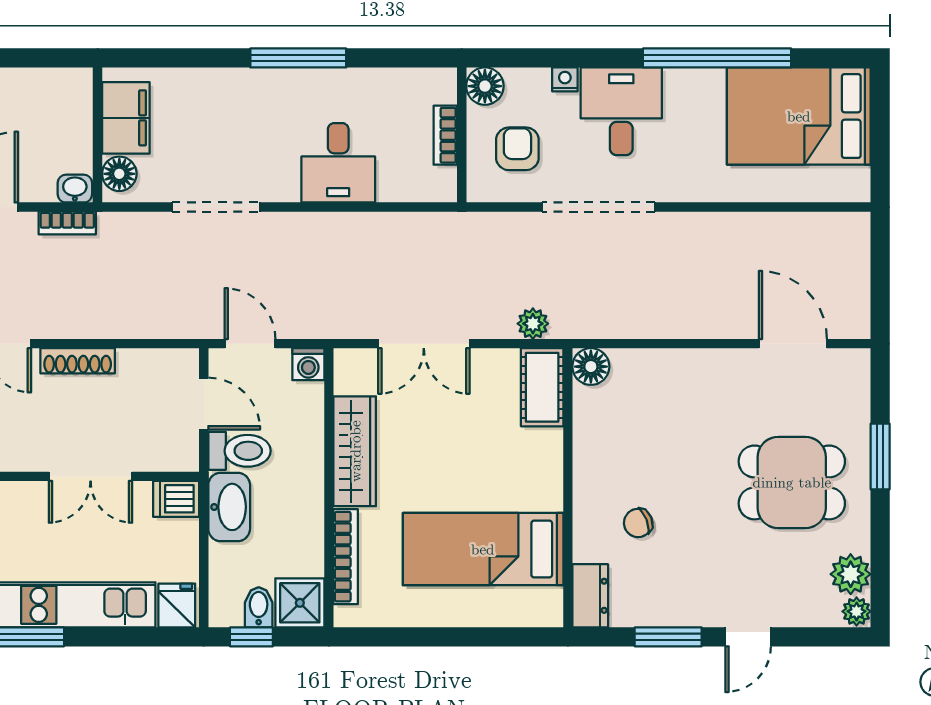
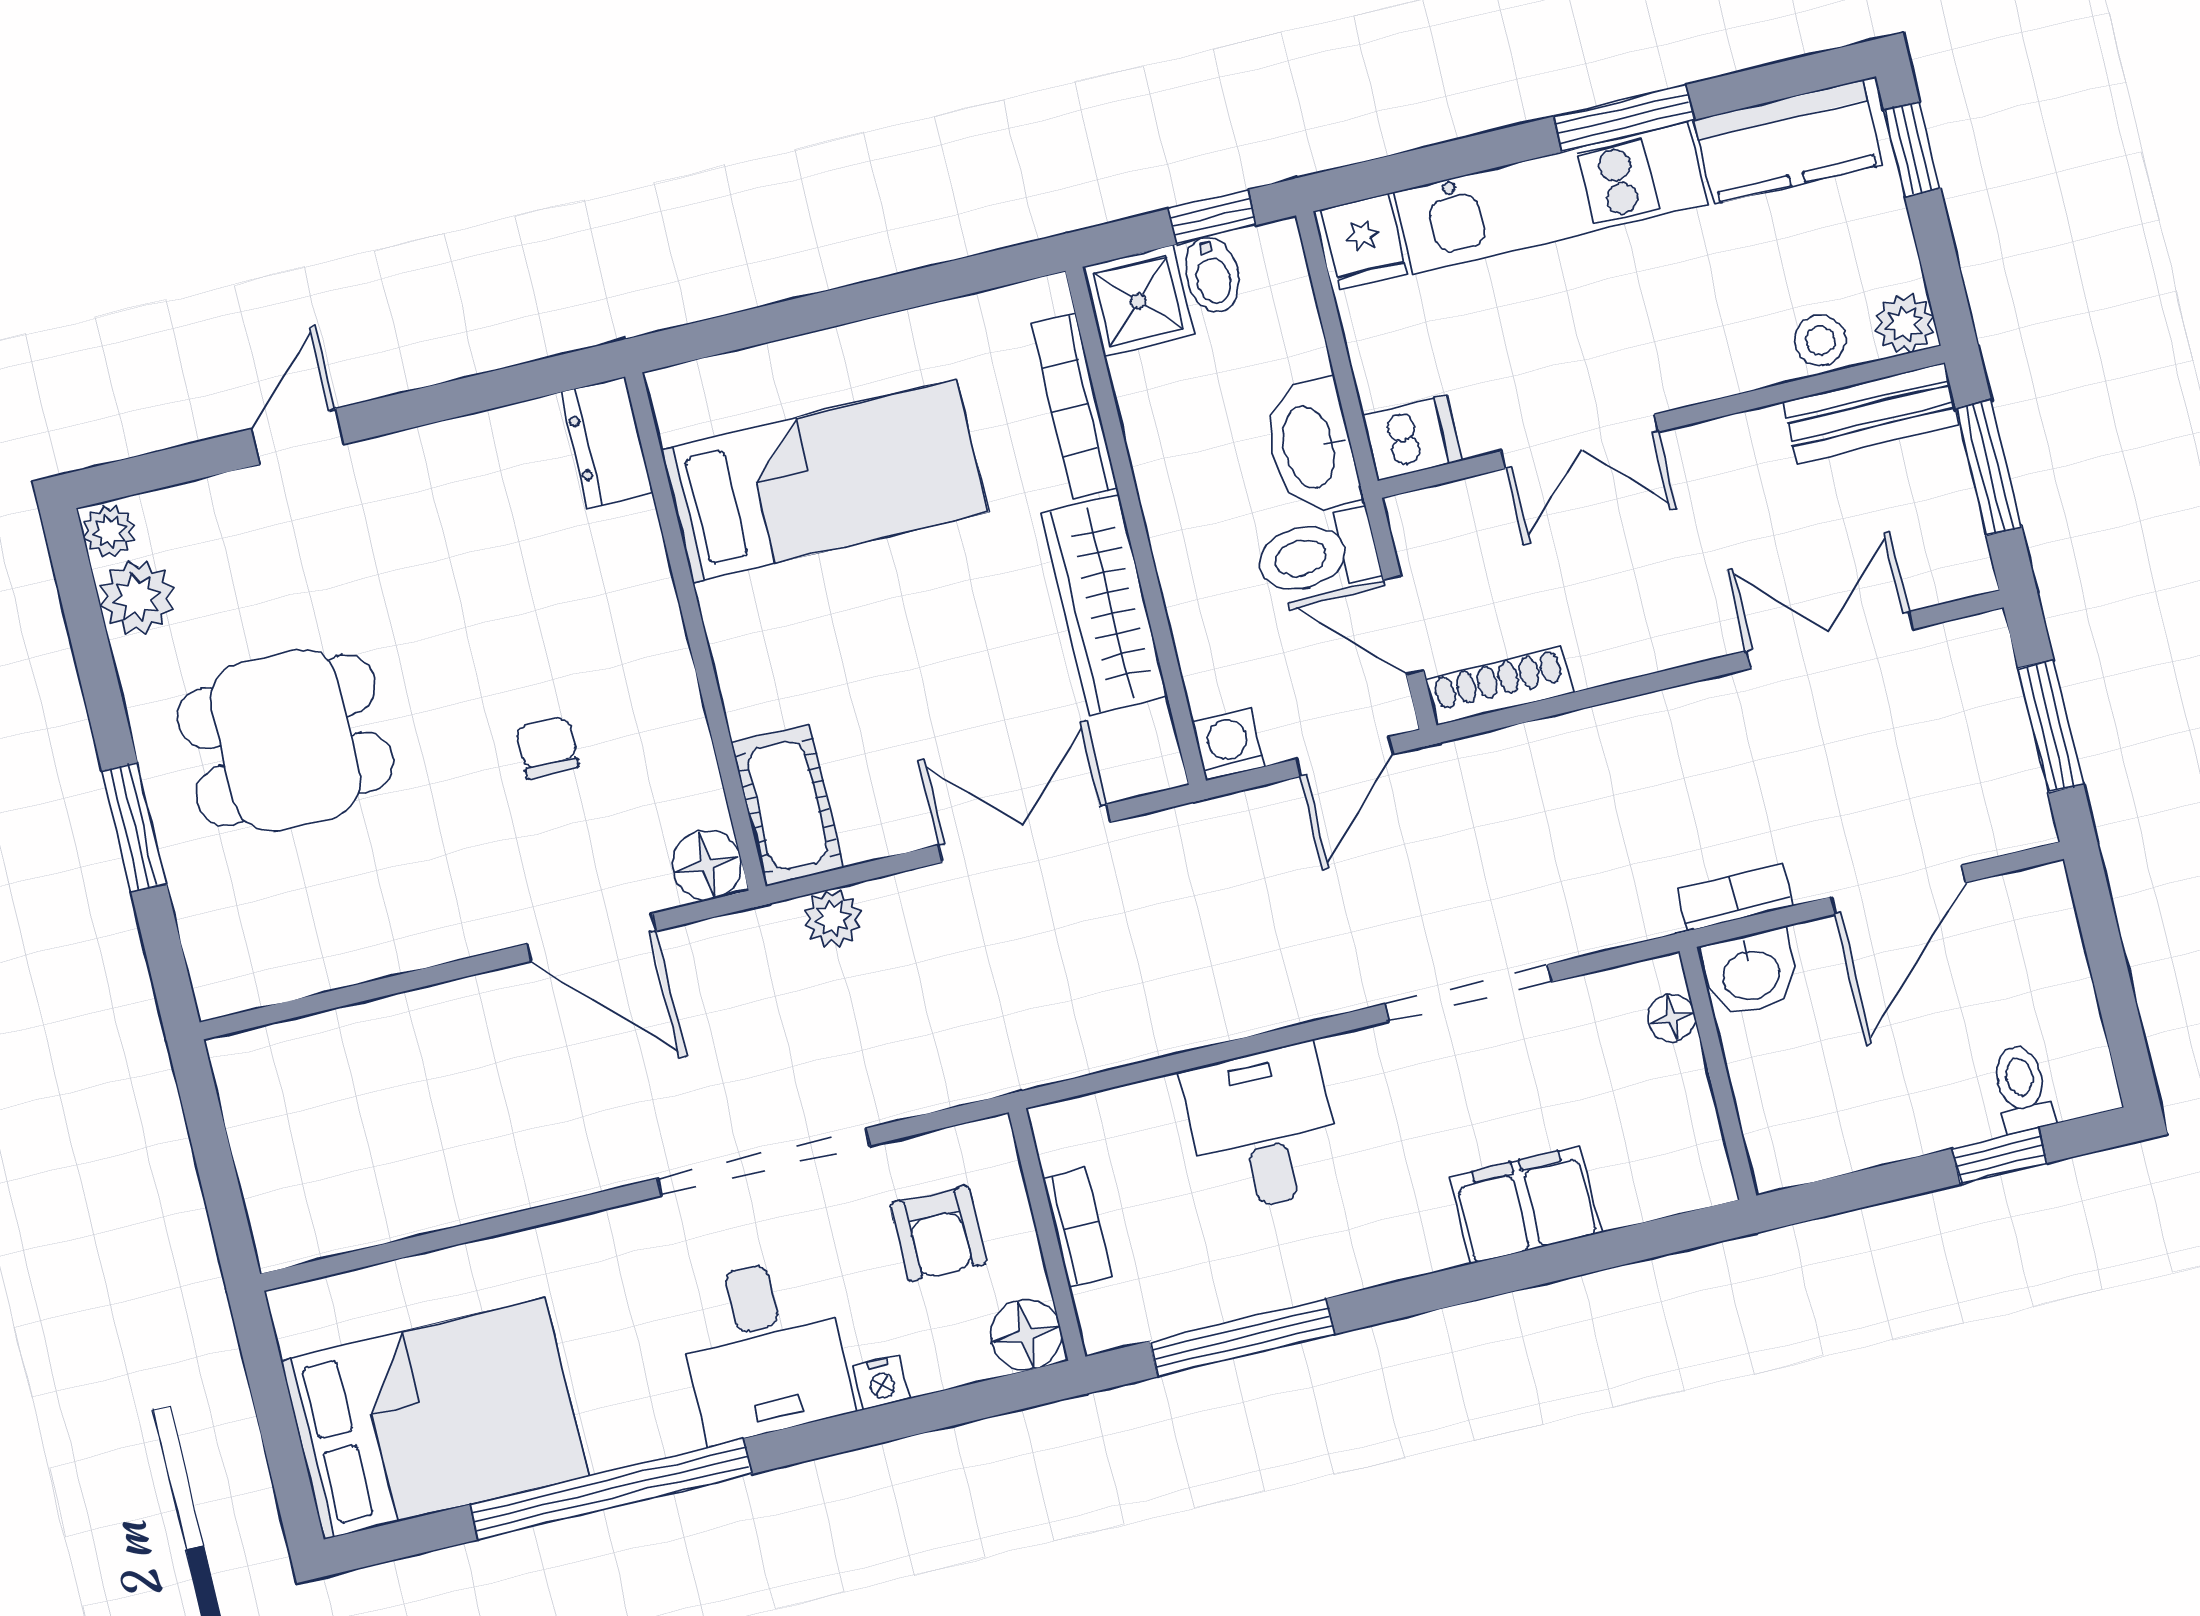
window: (298, 58) -> (1242, 1338), moved
filing cabinet: (126, 118) -> (1525, 1205), moved, turned 90
floor lamp: (119, 174) -> (1671, 1018), width x0.73, depth x0.73
washbasin: (75, 189) -> (1751, 973), width x1.38, depth x1.45
door: (250, 344) -> (1345, 756), hinge flipped
door: (793, 344) -> (591, 937), moved
shoe rack: (78, 361) -> (1499, 686), moved
double door: (91, 476) -> (1580, 441), swing flipped
chair: (638, 523) -> (547, 747), moved, turned -69
window: (668, 637) -> (445, 401), removed

